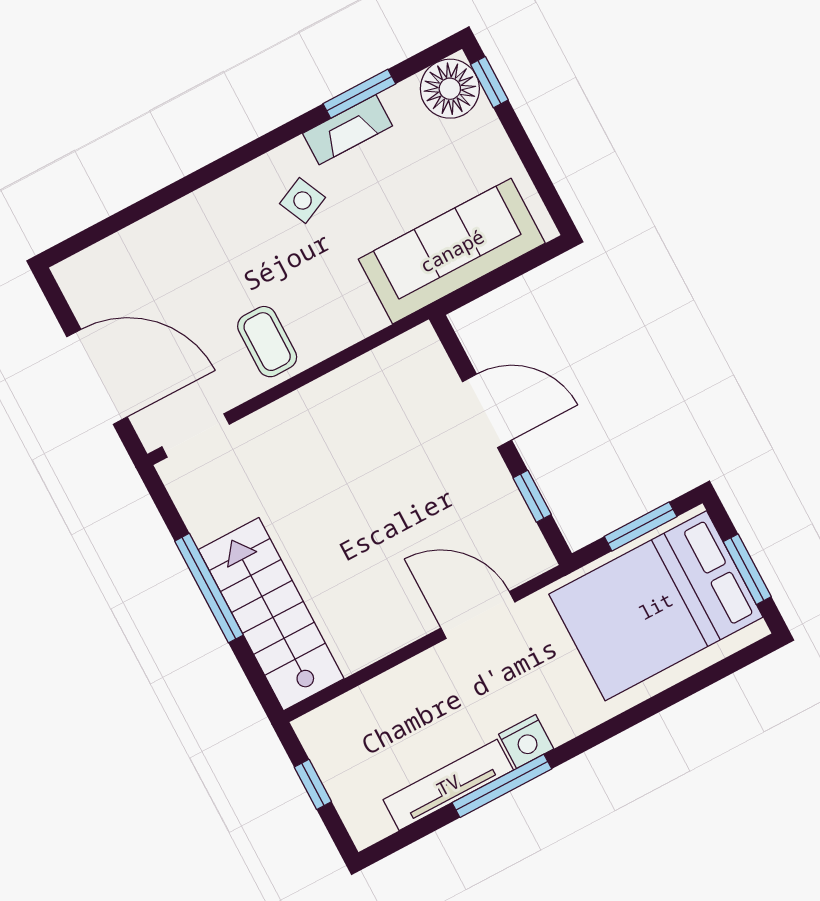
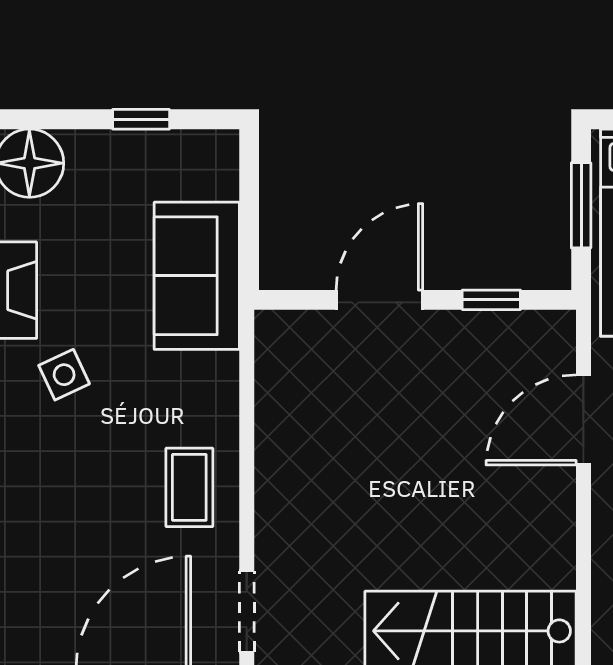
window: (489, 82) -> (141, 119), moved
sofa: (452, 251) -> (197, 276), width x0.73
coffee table: (267, 342) -> (189, 487), turned 90

